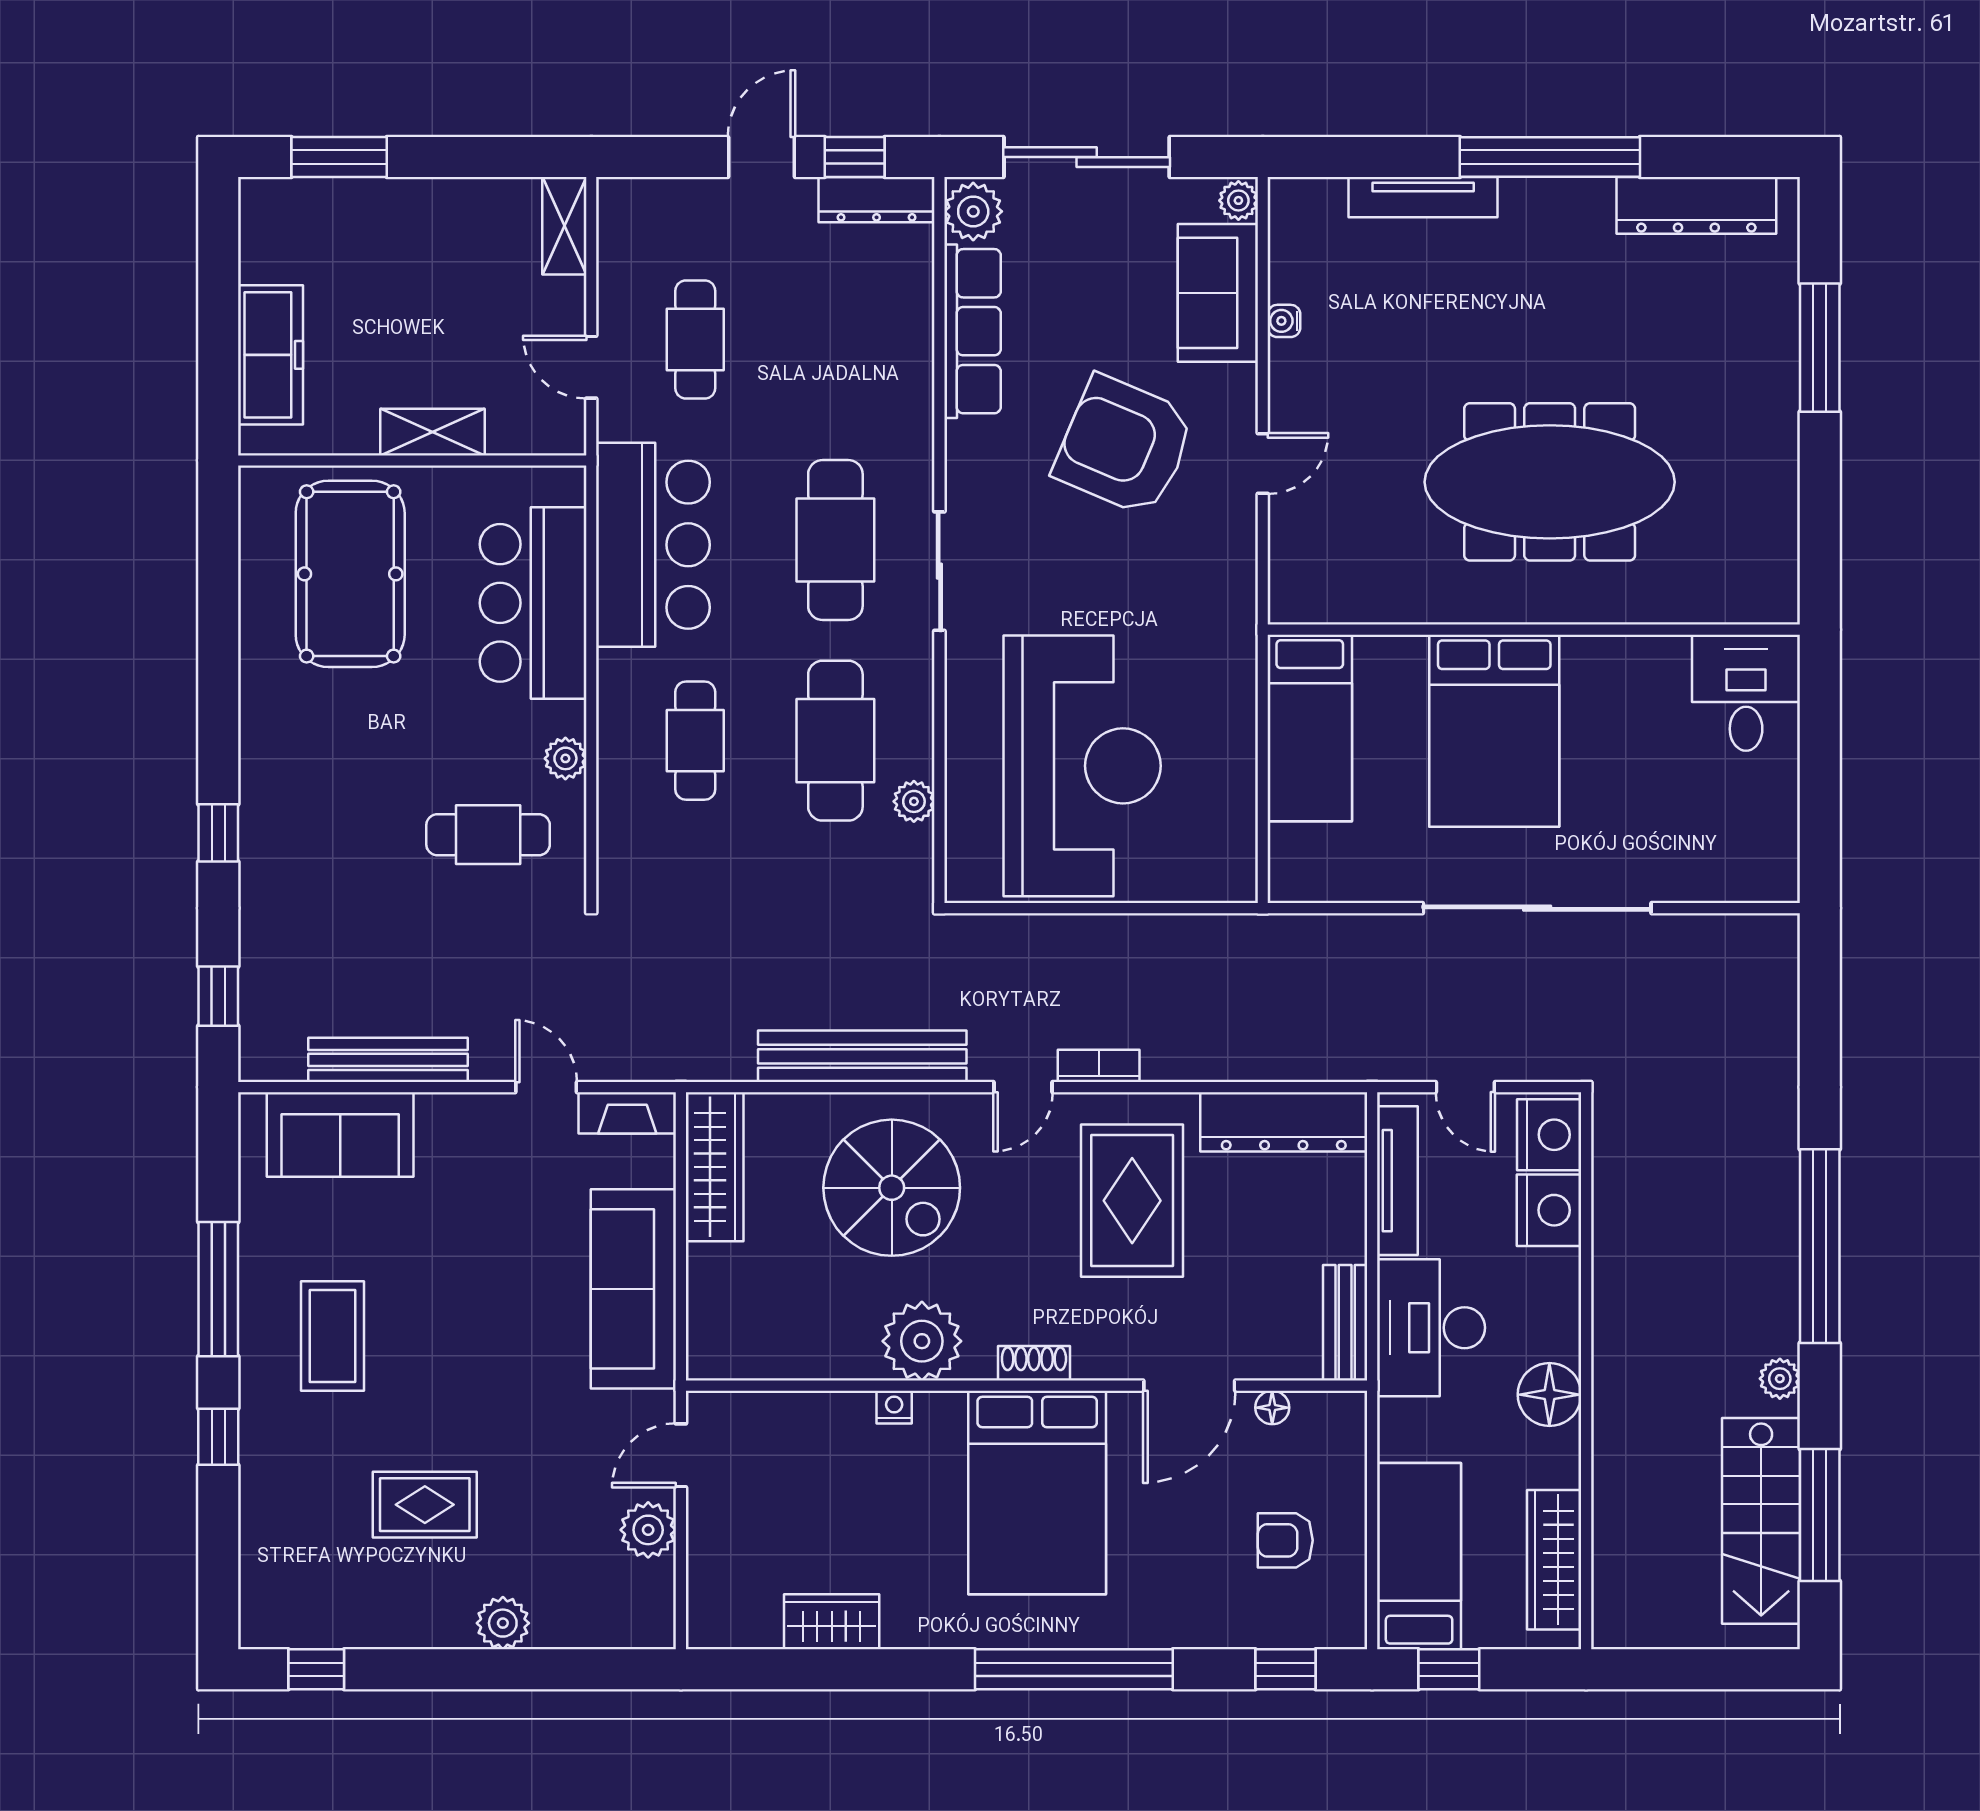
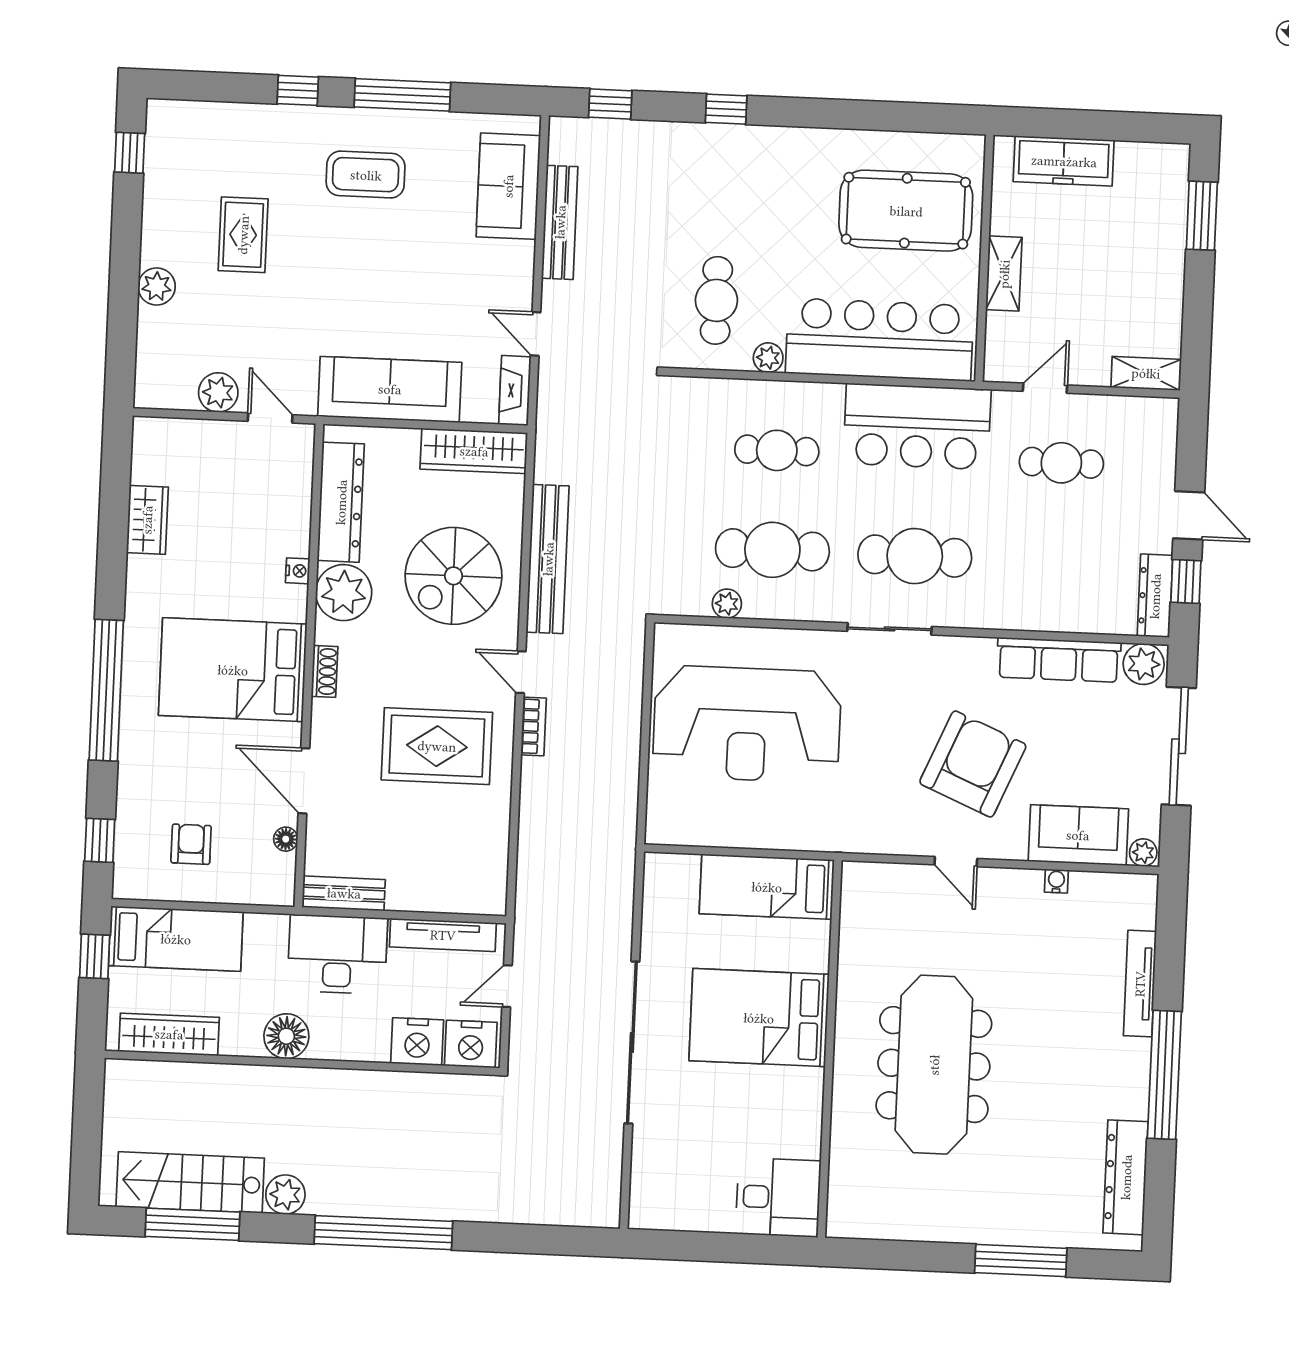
bar counter: (533, 603) -> (879, 340), width x1.36
door: (546, 1087) -> (535, 334), swing flipped
dresser: (1284, 1122) -> (341, 502), moved, turned 180
plant: (1780, 1379) -> (285, 1195), width x1.38, depth x1.38

